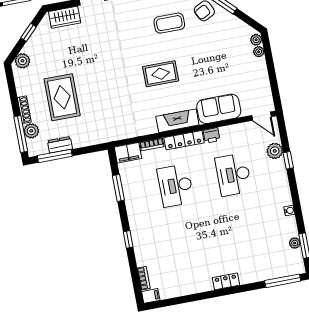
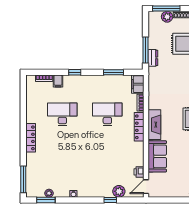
printer: (211, 135) -> (139, 172), moved
dresser: (60, 145) -> (153, 58), moved
window: (55, 156) -> (146, 50), moved
desk: (233, 175) -> (62, 114), moved
locker: (226, 281) -> (31, 138), width x1.53
filing cabinet: (151, 296) -> (58, 81), moved

